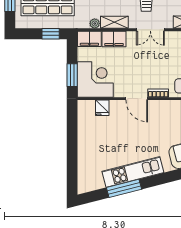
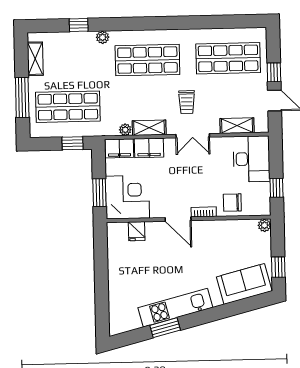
window: (124, 188) -> (165, 328), width x0.69

